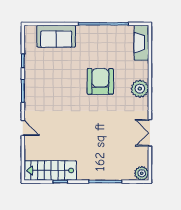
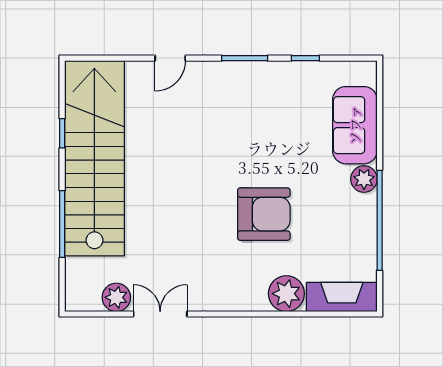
plant: (83, 32) -> (364, 179), added
plant: (140, 89) -> (286, 294), moved
stairs: (50, 170) -> (94, 158), width x1.86, depth x1.51
plant: (142, 173) -> (116, 297), moved

